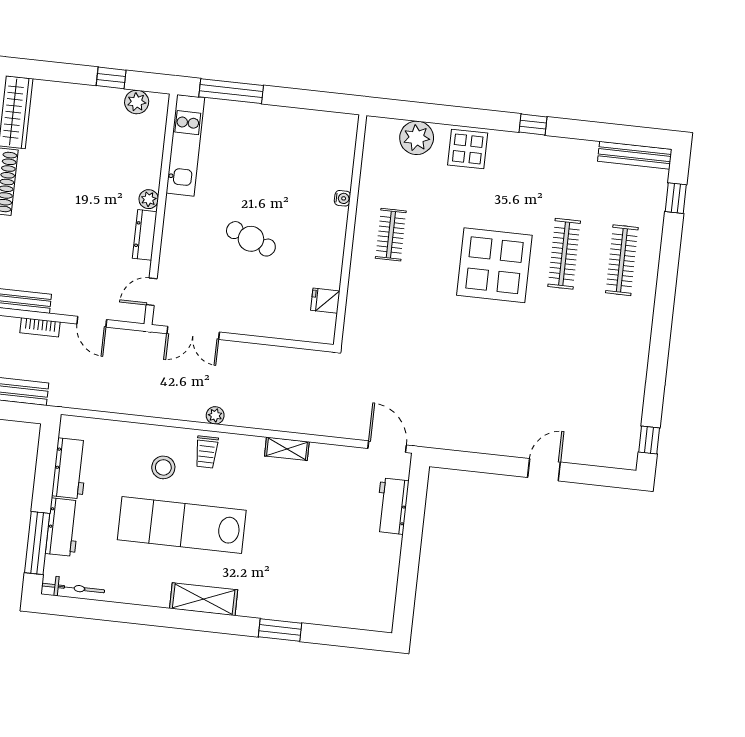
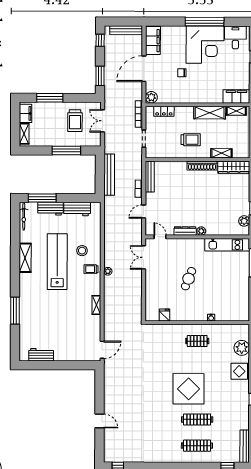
workbench: (392, 506) -> (41, 355), moved
shelving: (204, 599) -> (25, 258), moved
window: (280, 630) -> (15, 311), width x1.44

